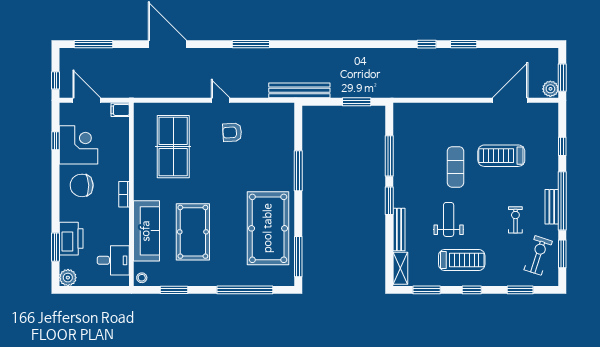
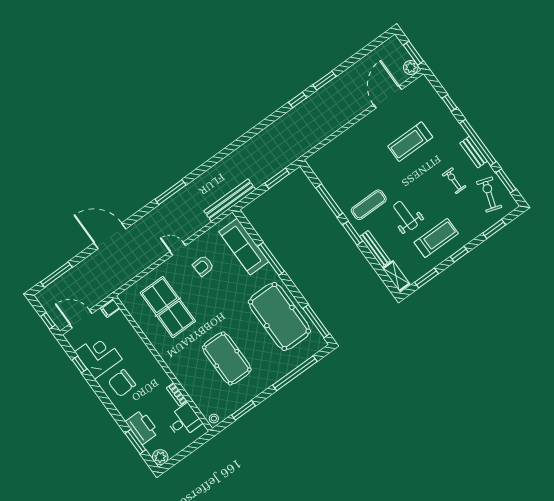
exercise mat: (456, 167) -> (369, 205), moved, turned 90
bookcase: (124, 194) -> (177, 394), moved
sofa: (146, 231) -> (244, 247), moved, turned 180

